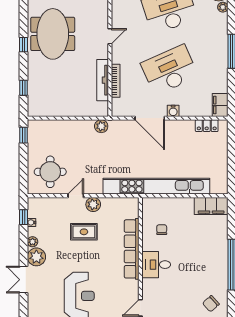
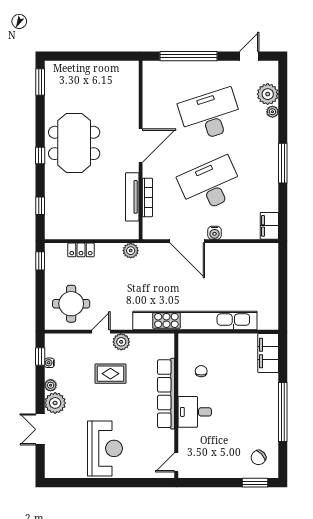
door: (110, 36) -> (141, 146), width x1.88
locker: (207, 126) -> (81, 250), moved
filing cabinet: (211, 206) -> (268, 353), moved, turned 90

